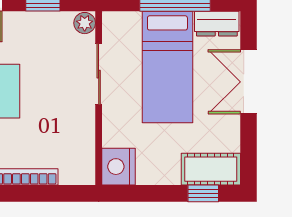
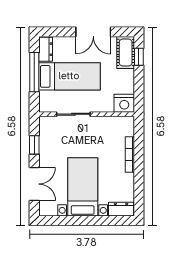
plant: (85, 23) -> (45, 122), removed
double door: (248, 82) -> (93, 32), moved

